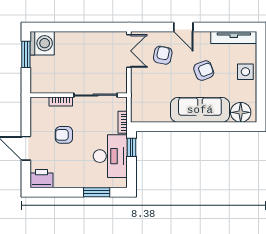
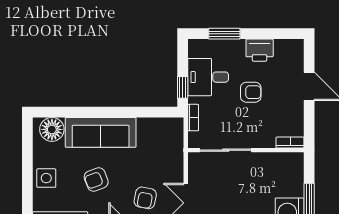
bookcase: (61, 101) -> (290, 143), moved
armchair: (64, 135) -> (251, 92), moved
desk: (110, 156) -> (208, 77), width x0.73
printer: (42, 179) -> (260, 50), moved

